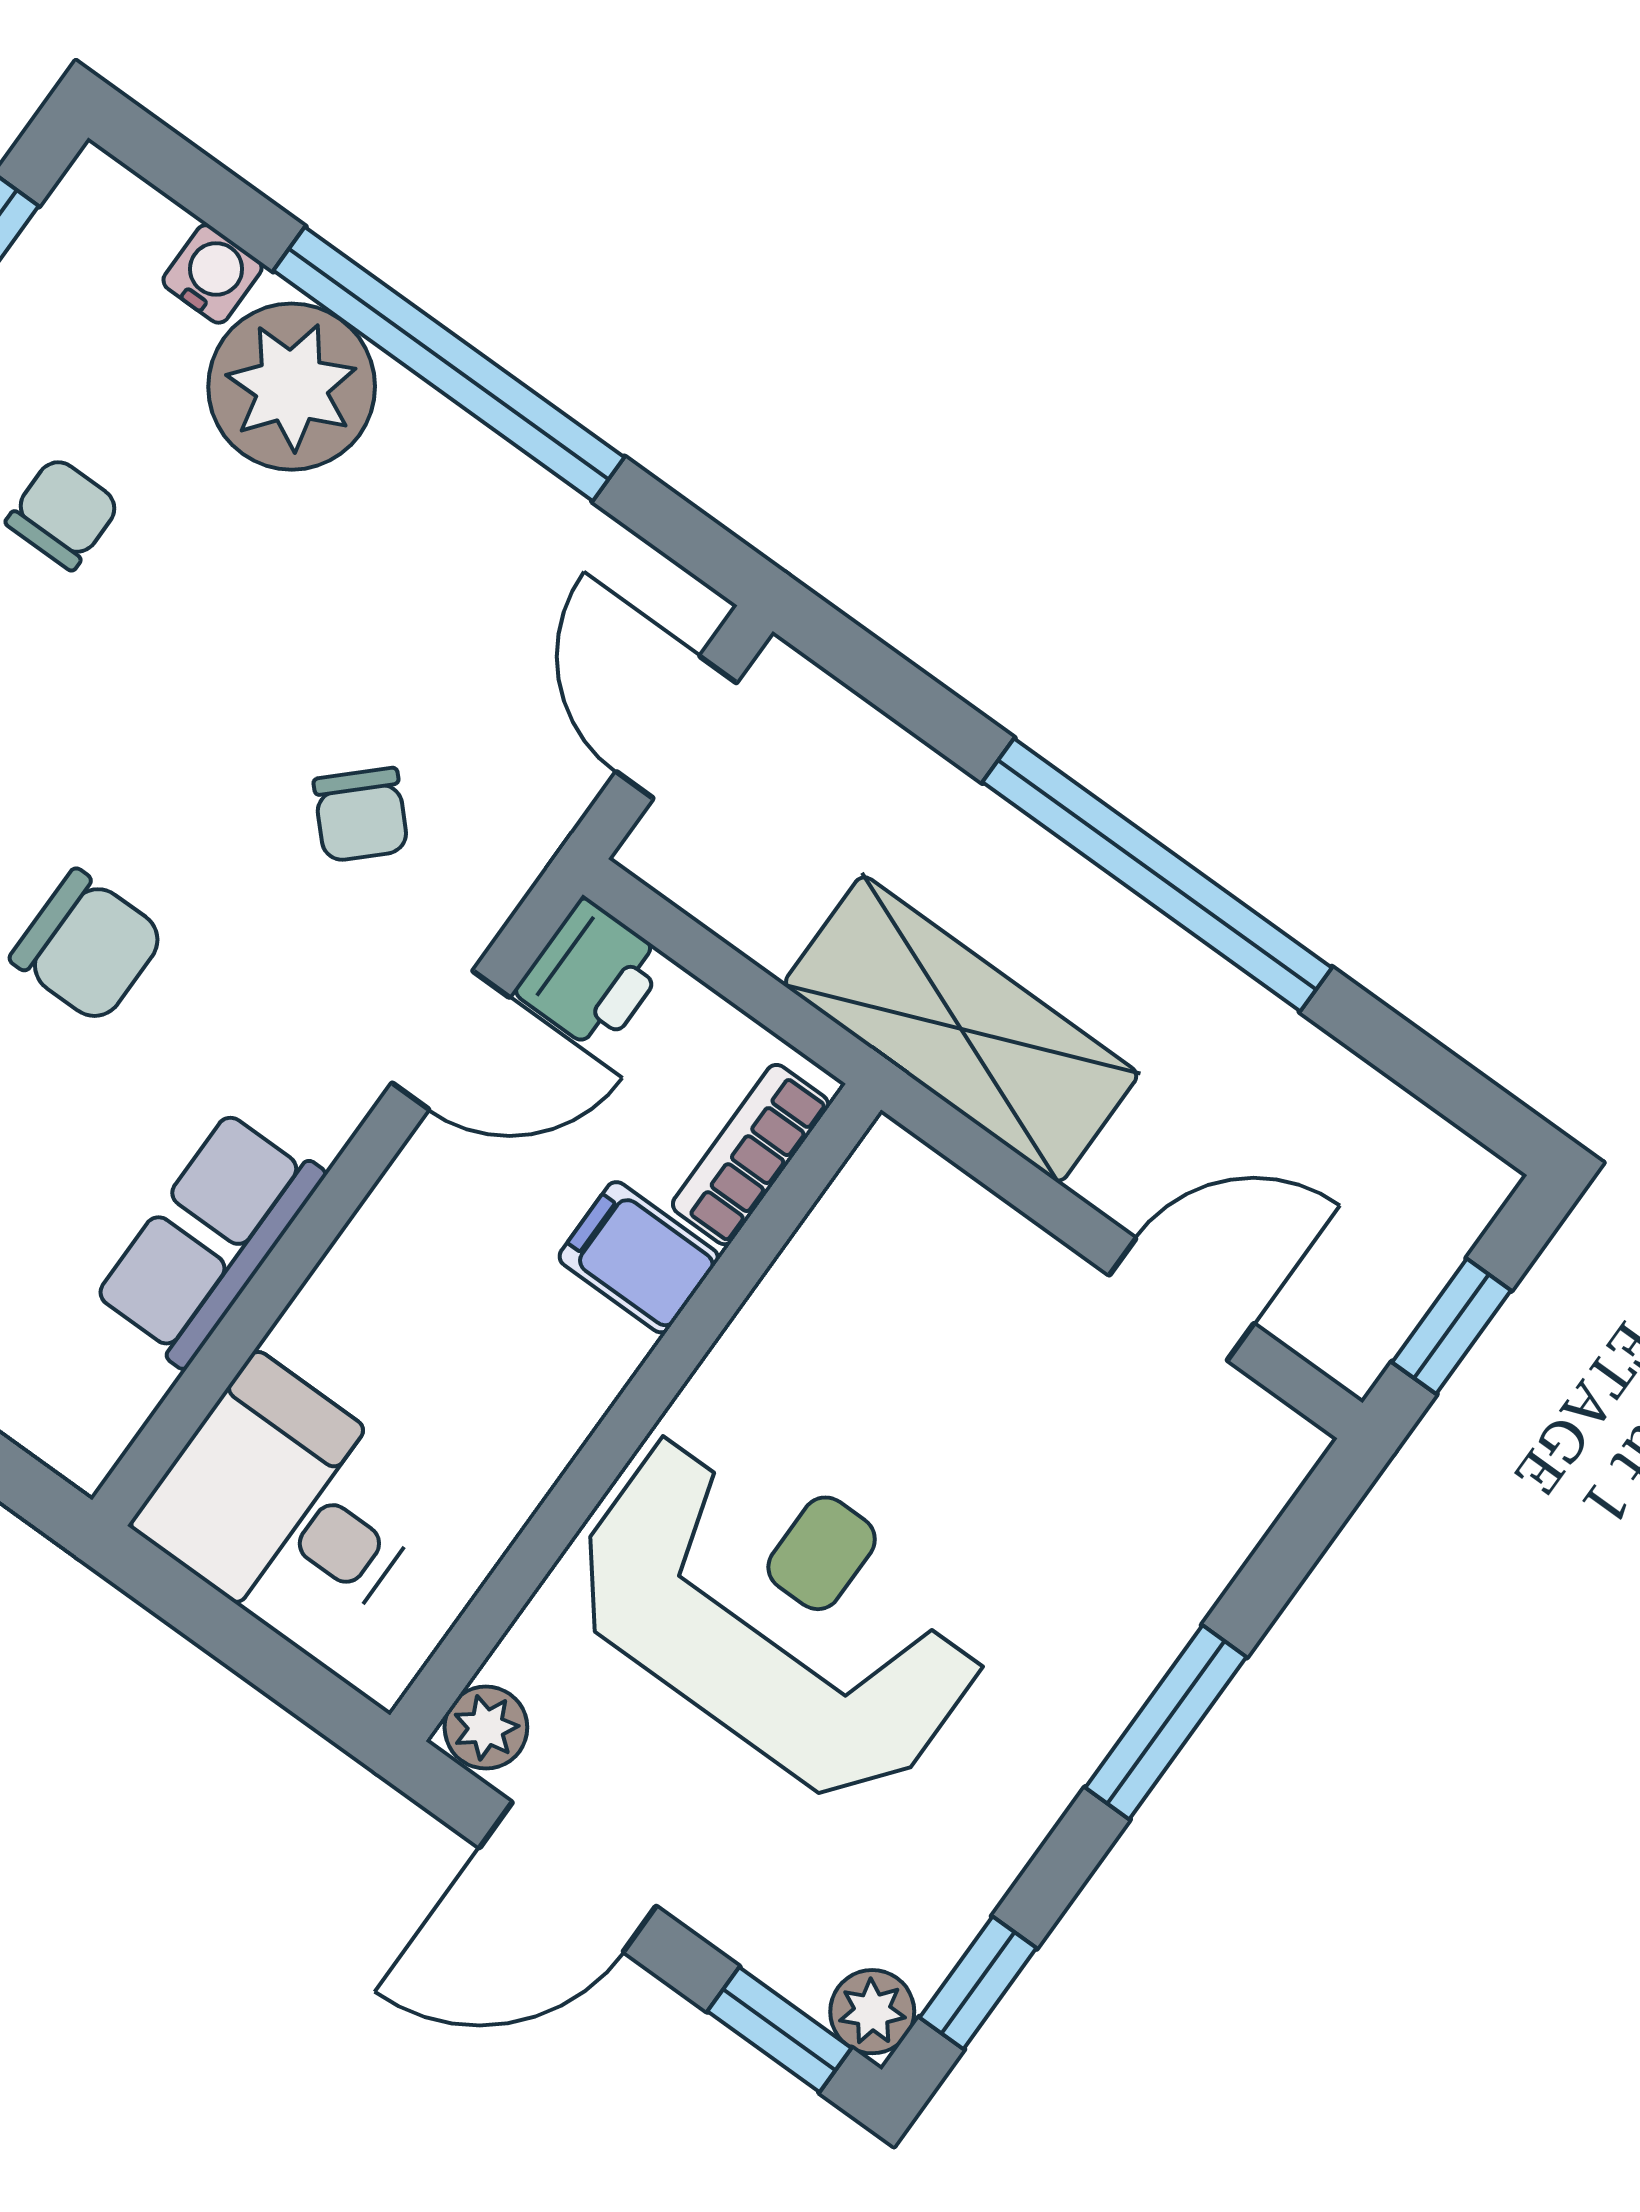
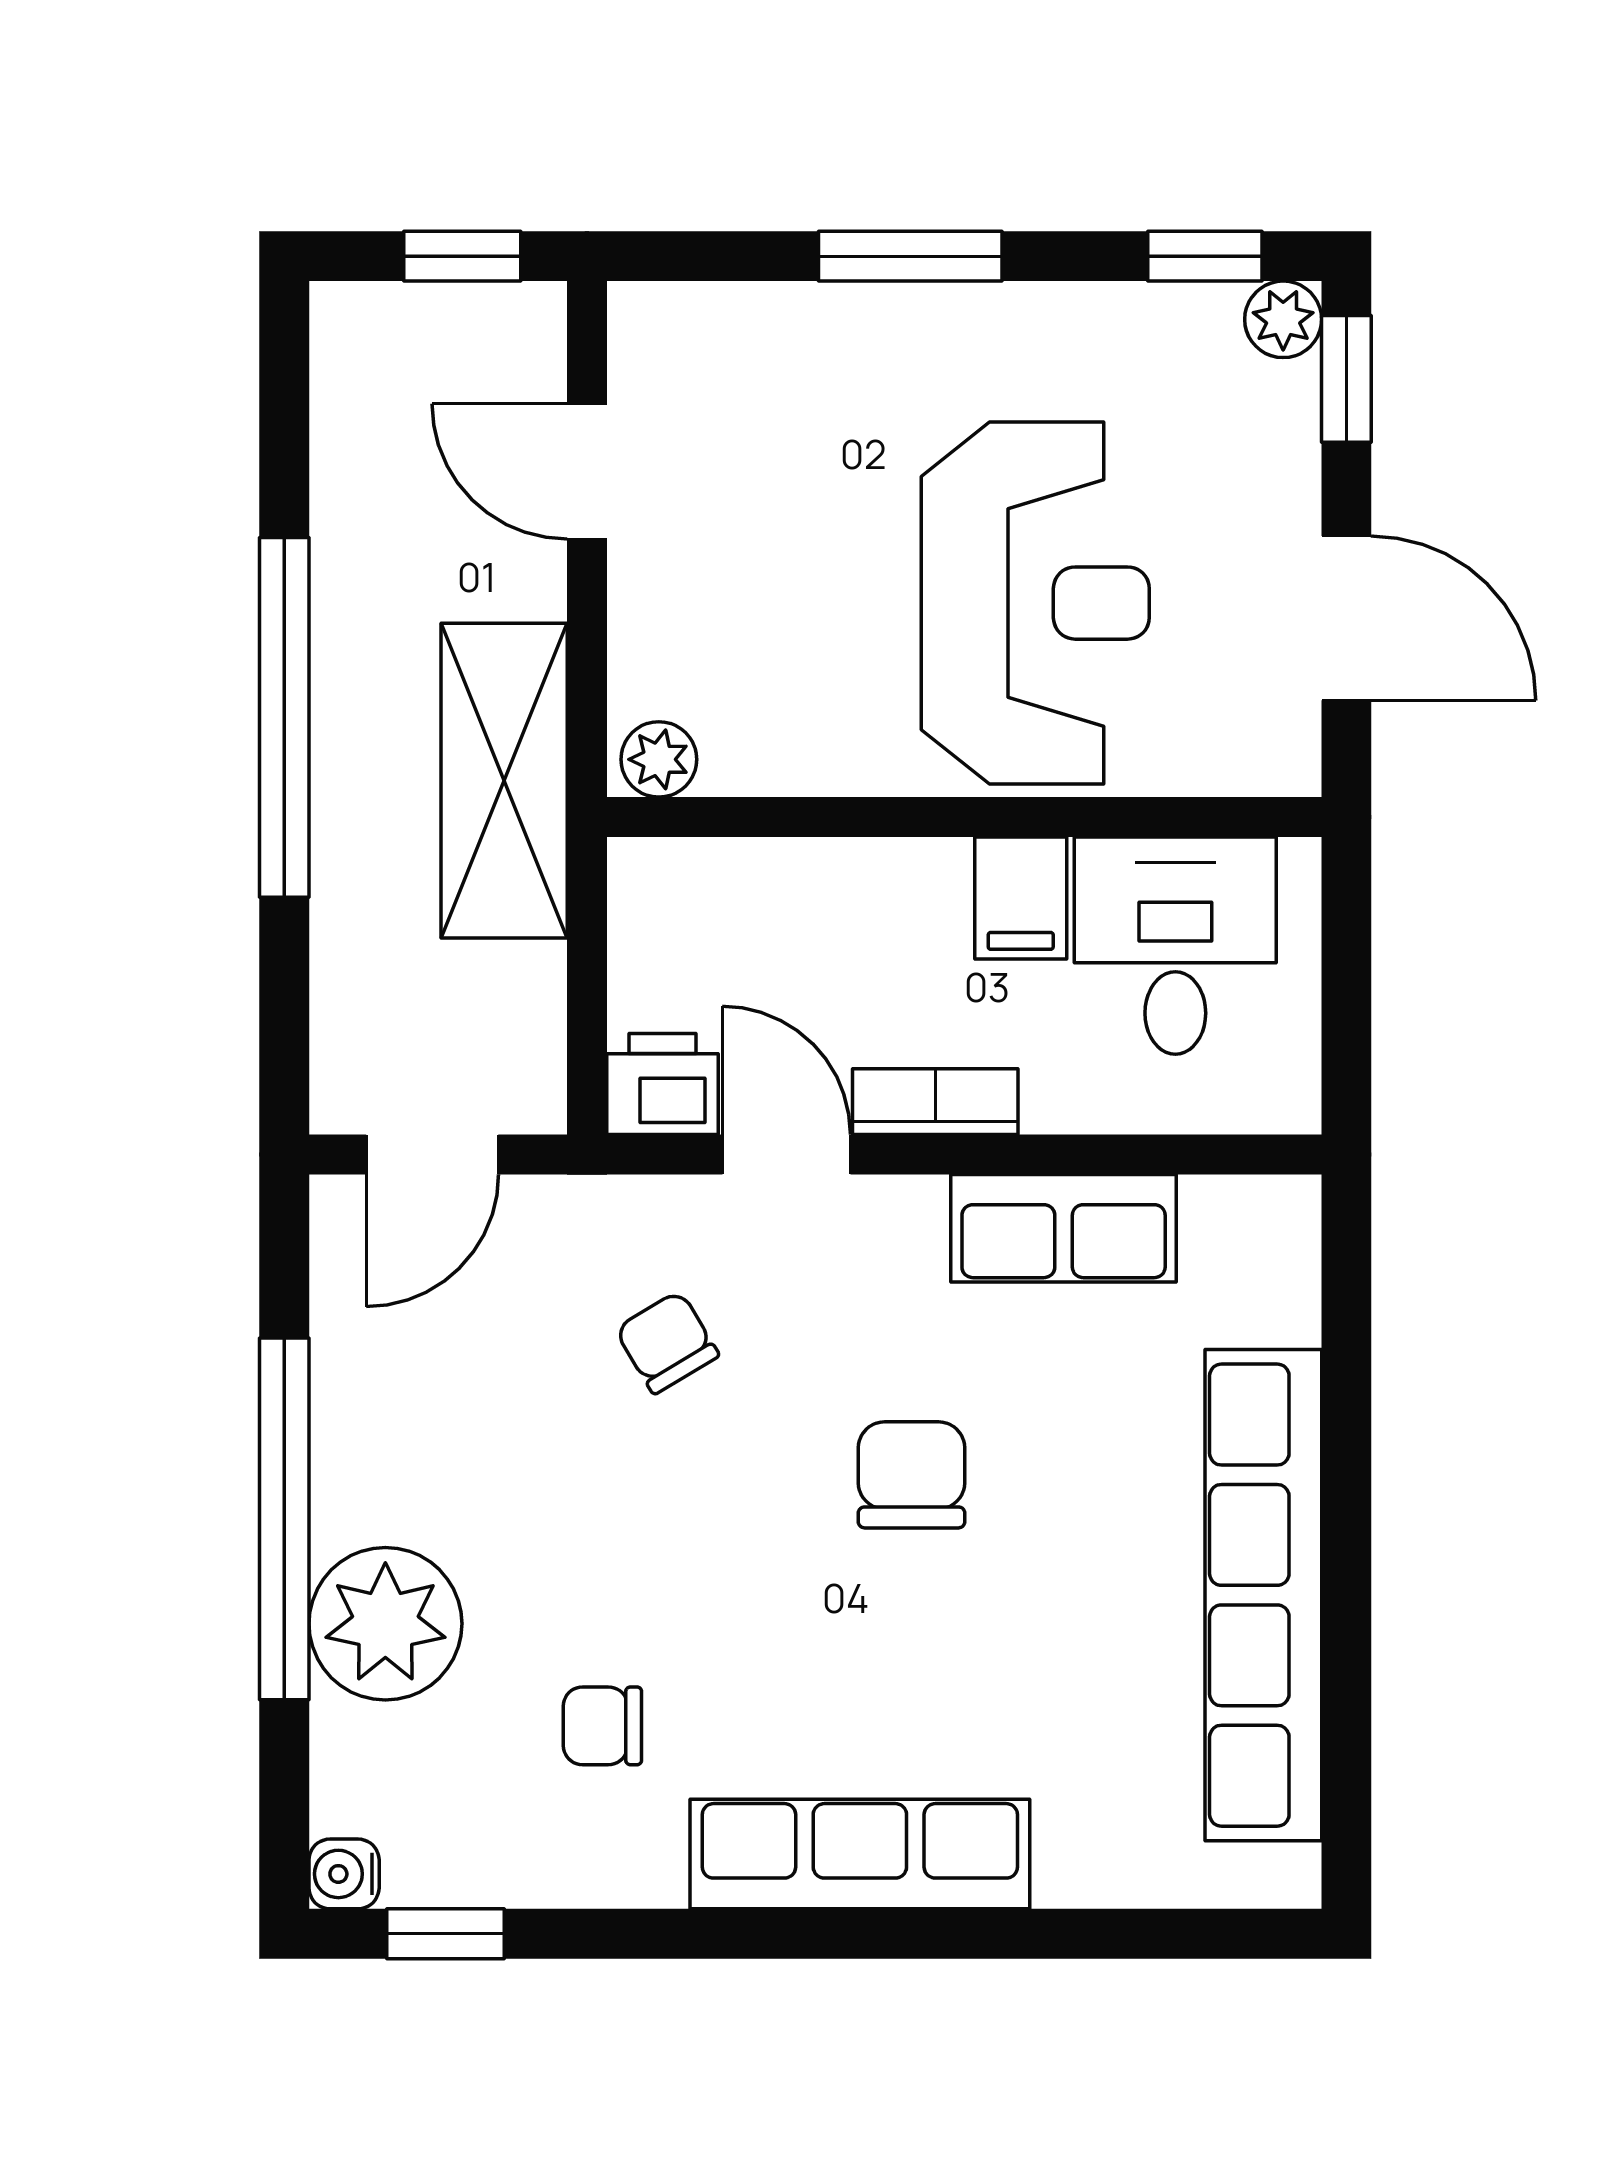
water cooler: (213, 274) -> (344, 1874), moved
chair: (361, 815) -> (667, 1342), turned -77
bookcase: (751, 1155) -> (935, 1102), moved, turned 180
filing cabinet: (639, 1257) -> (1021, 898), moved
desk: (288, 1506) -> (1175, 946), moved, turned 180
reception desk: (779, 1612) -> (1035, 603), turned 180
plant: (486, 1728) -> (659, 759), moved

